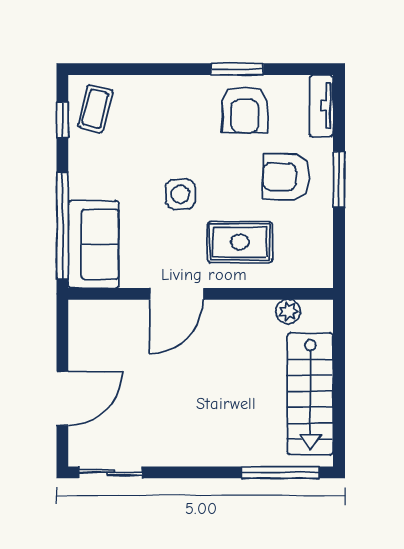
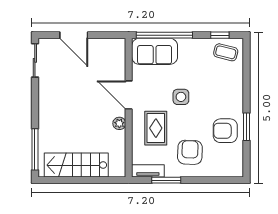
tv unit: (321, 106) -> (148, 171), moved
window: (339, 179) -> (166, 180), moved
plant: (288, 312) -> (119, 123), moved

